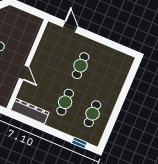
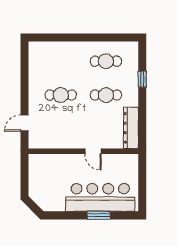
door: (24, 73) -> (93, 151), swing flipped
window: (79, 143) -> (142, 79), moved

